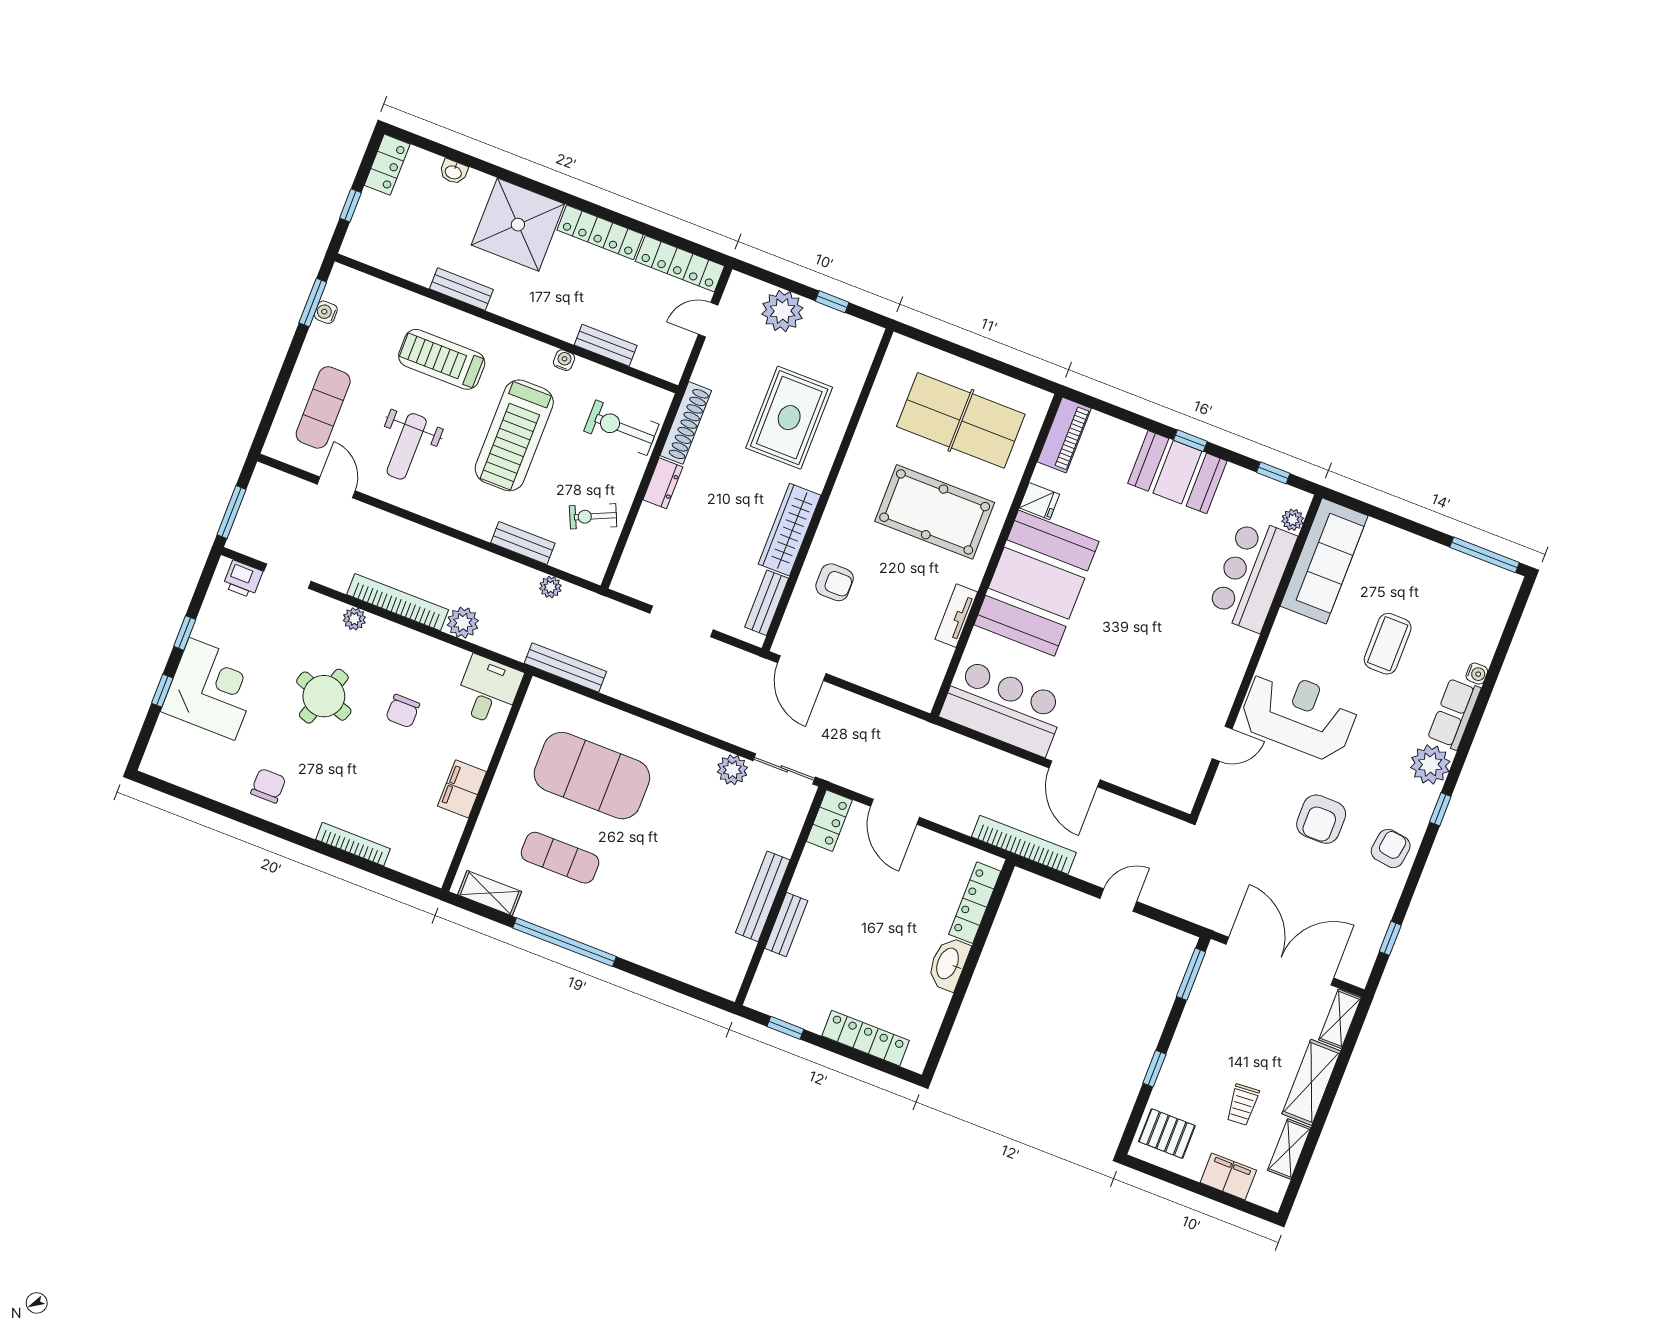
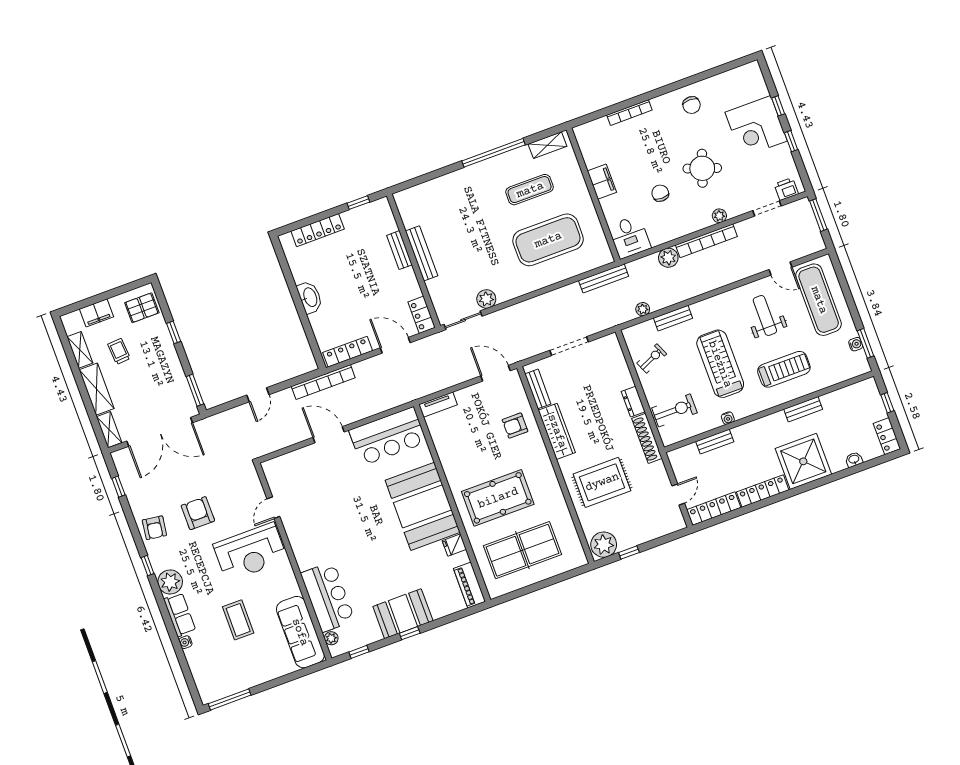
plant: (782, 311) -> (604, 545), moved
exercise mat: (323, 407) -> (819, 300), width x1.36, depth x1.45
rug: (789, 418) -> (602, 482), turned 90
tv unit: (956, 616) -> (438, 405), moved, turned 90
locker: (975, 903) -> (348, 352), moved, turned -90

